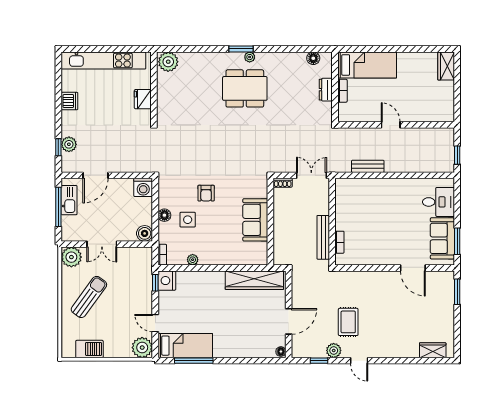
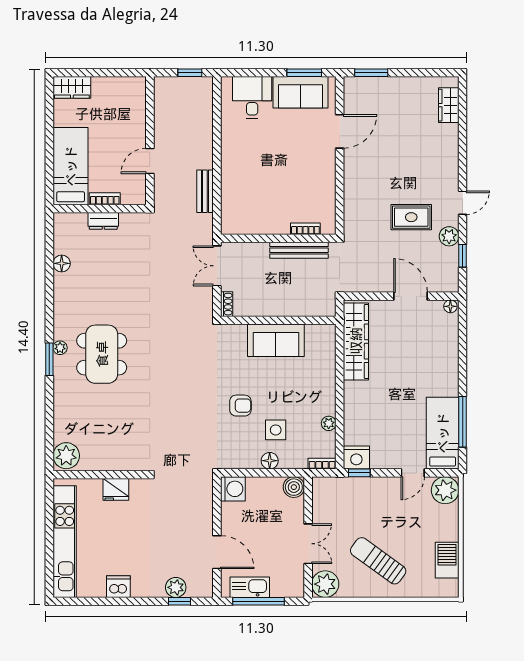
bed: (367, 65) -> (71, 166), moved
wall: (335, 87) -> (100, 209), moved
dresser: (326, 90) -> (103, 221), moved
bookcase: (342, 91) -> (105, 199), moved

